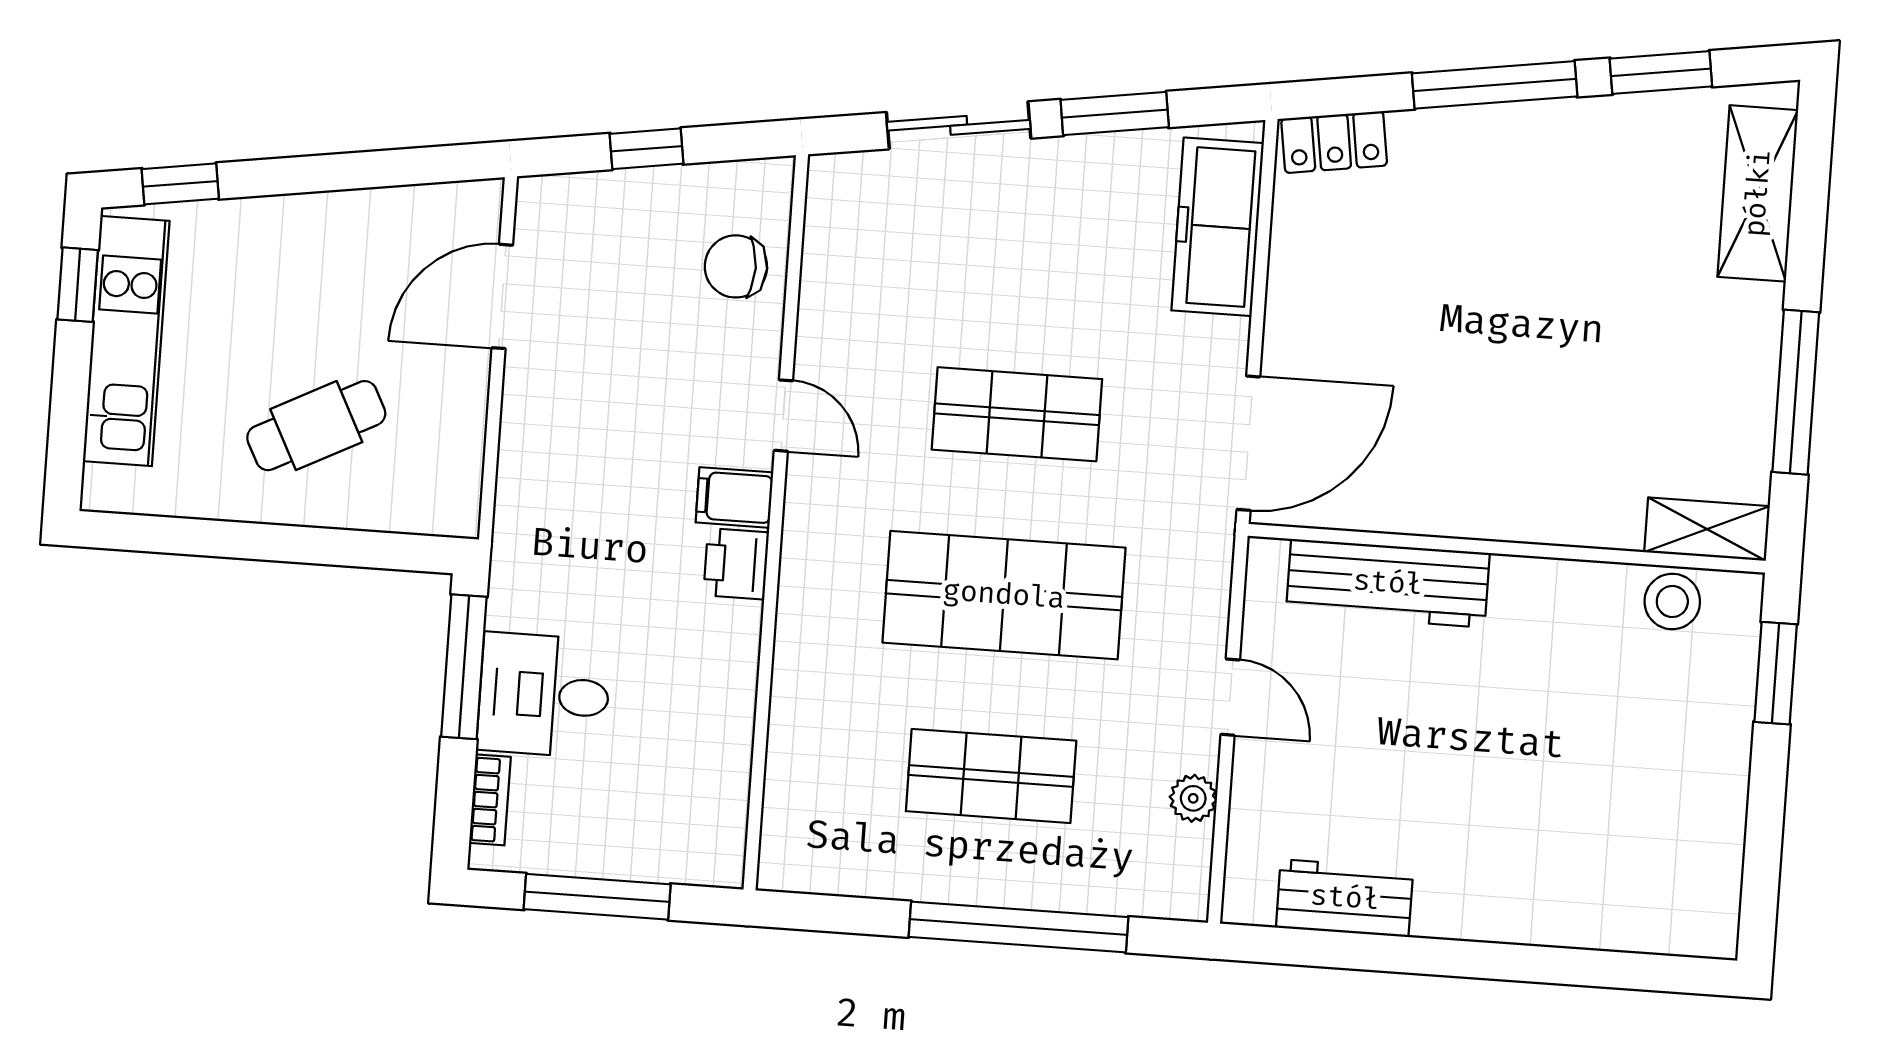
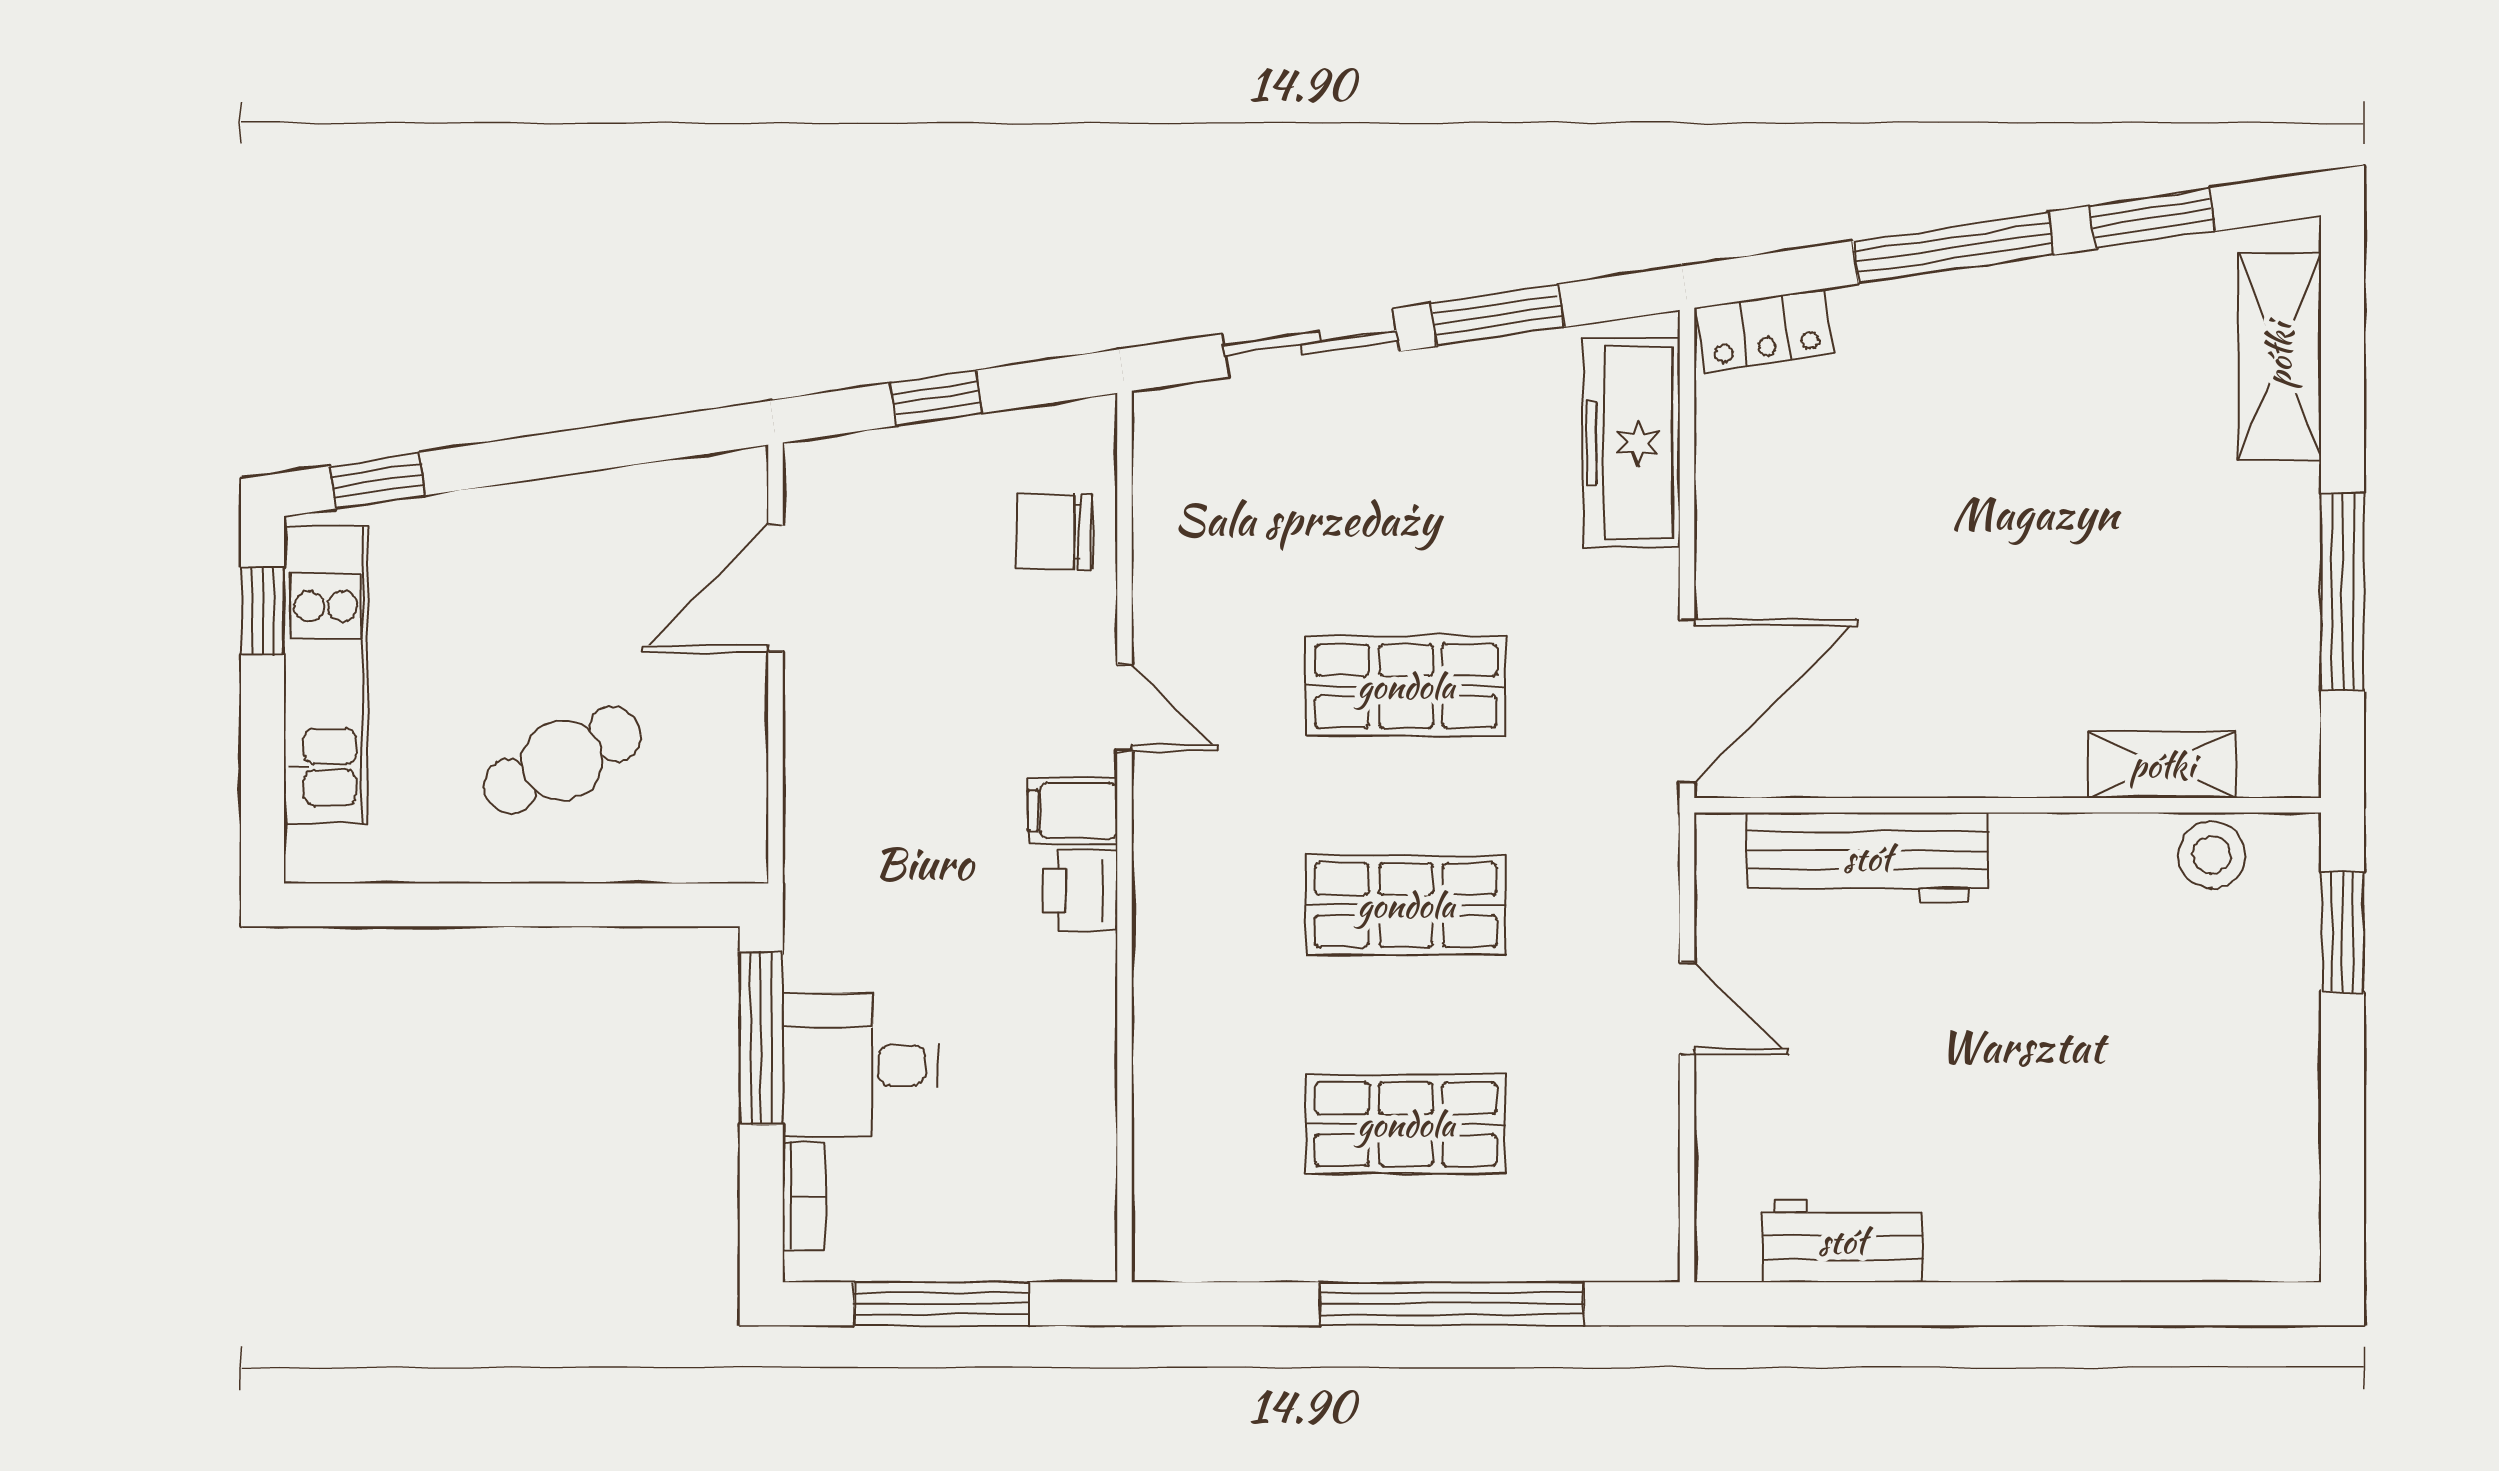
shelving: (1707, 529) -> (2162, 765), moved
shop shelf: (1004, 595) -> (1406, 905), width x0.70, depth x0.74
plant: (1193, 798) -> (1651, 1134), removed

